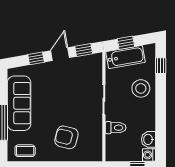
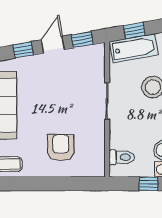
toilet: (116, 128) -> (122, 157), moved
armchair: (66, 137) -> (61, 148), turned 76

